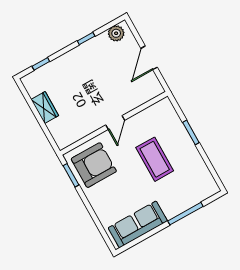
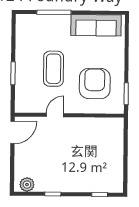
door: (149, 58) -> (12, 132), moved
wardrobe: (45, 108) -> (116, 159), removed
door: (115, 123) -> (55, 115), moved
armchair: (94, 165) -> (95, 83), moved, turned 90

